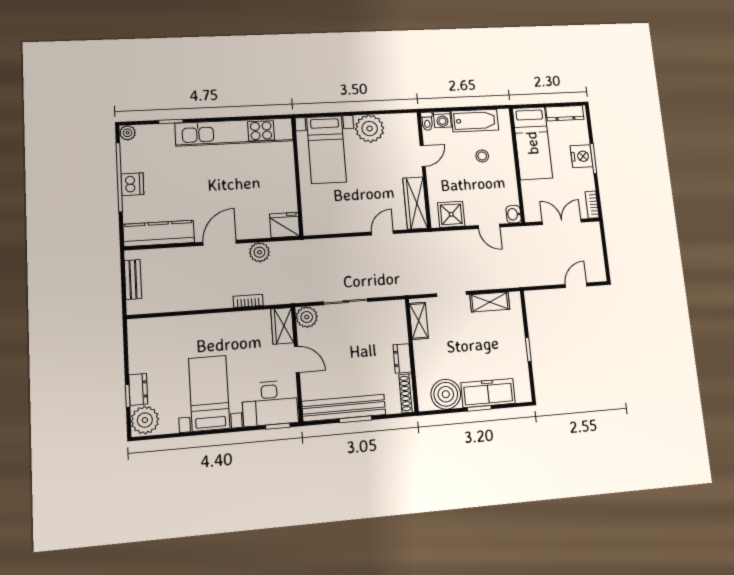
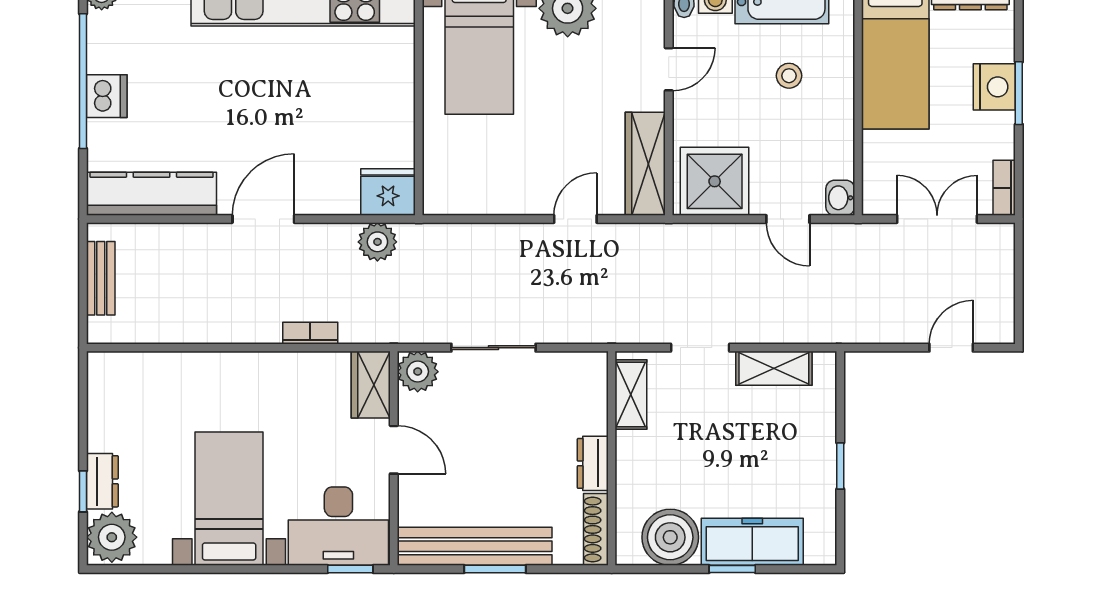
shower: (451, 214) -> (715, 181), width x1.36, depth x1.36
plant: (259, 252) -> (377, 242), moved

